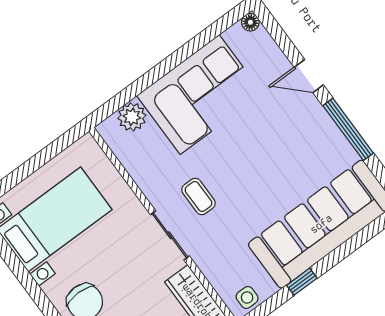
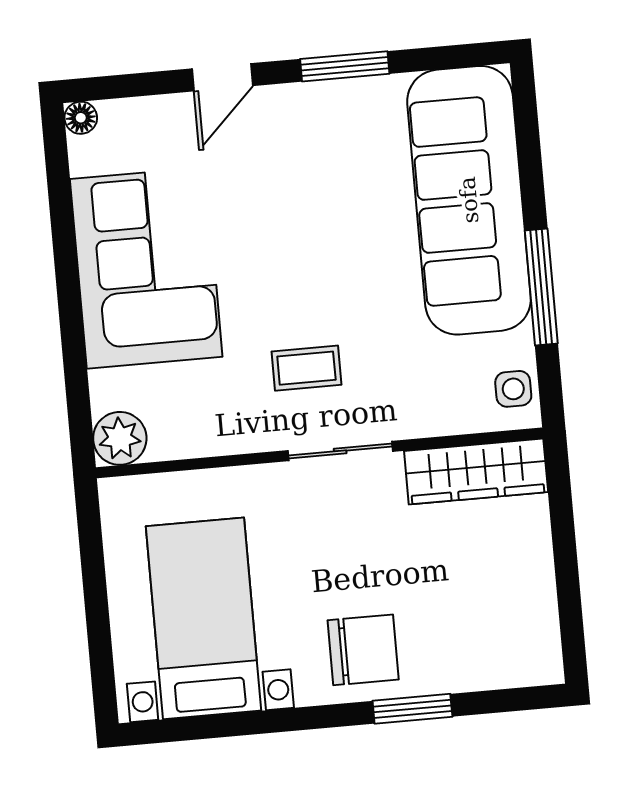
plant: (132, 117) -> (120, 438), moved
window: (348, 129) -> (345, 66), width x0.69
window: (302, 282) -> (541, 287), width x2.17

